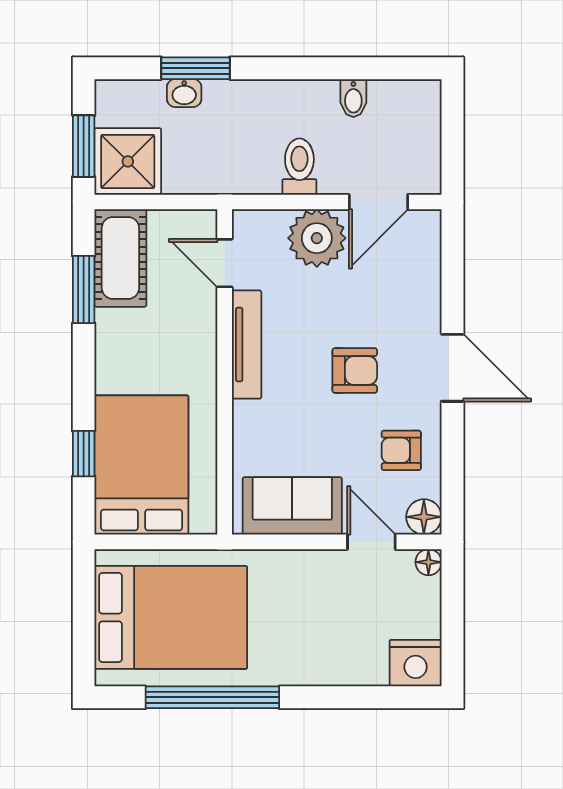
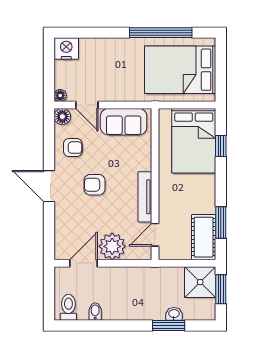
toilet: (299, 167) -> (68, 307), moved, turned 180
door: (225, 263) -> (155, 235), swing flipped

